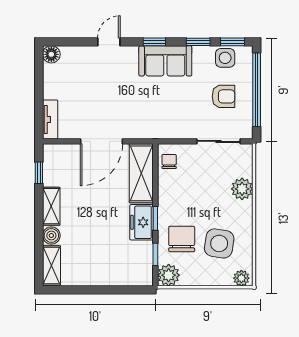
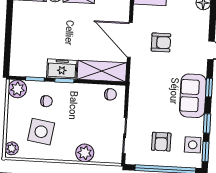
armchair: (102, 103) -> (161, 42), added
chair: (182, 239) -> (46, 101), width x0.54, depth x0.54

